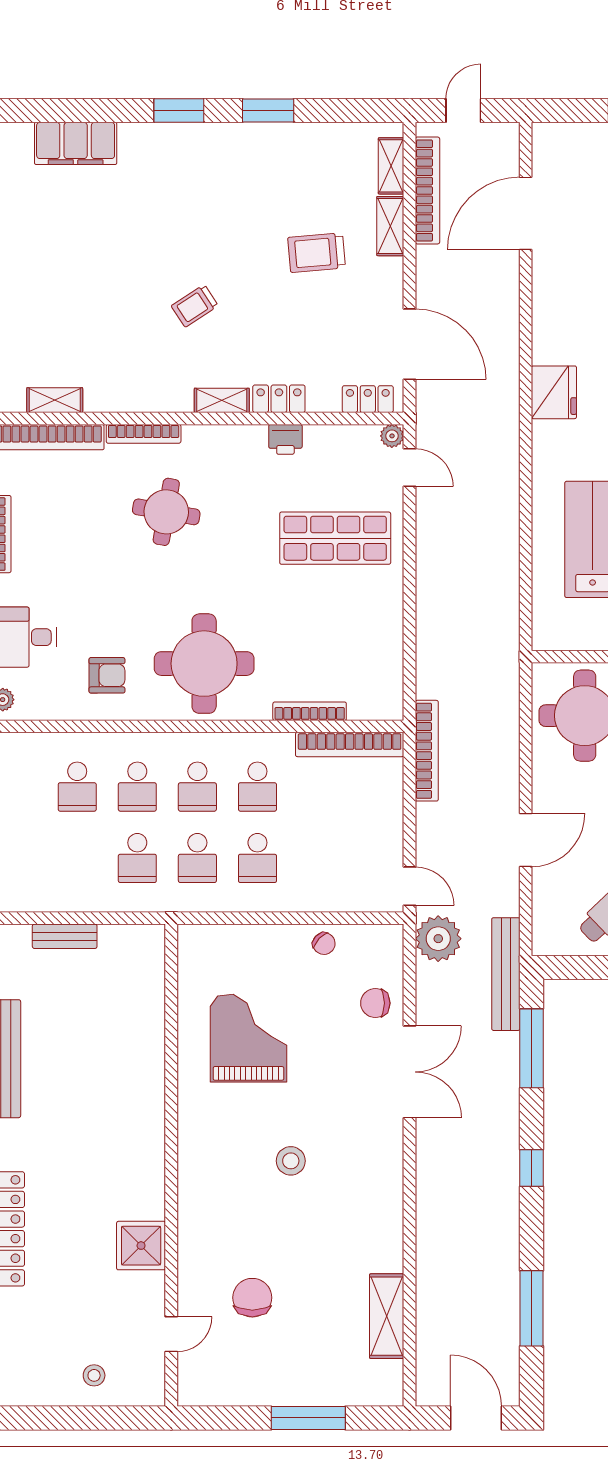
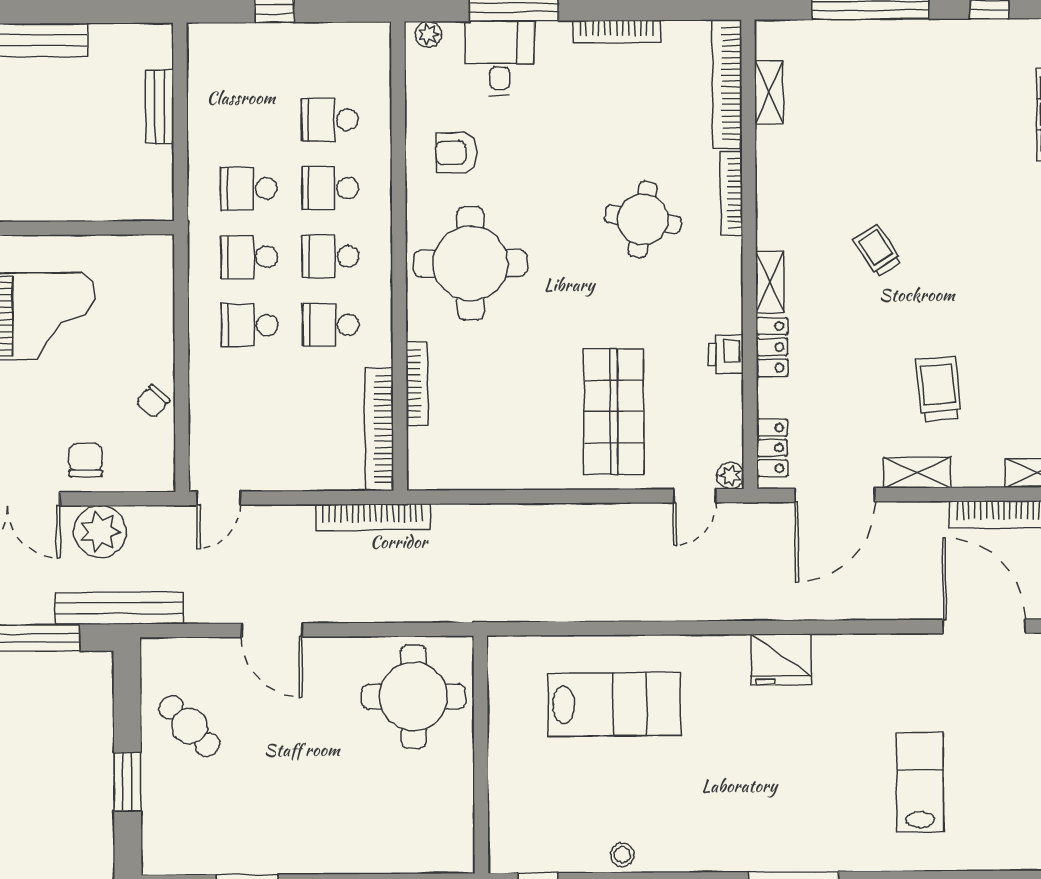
shelving: (390, 226) -> (917, 473), moved
armchair: (107, 675) -> (457, 153), turned 90
plant: (438, 939) -> (100, 532), moved

